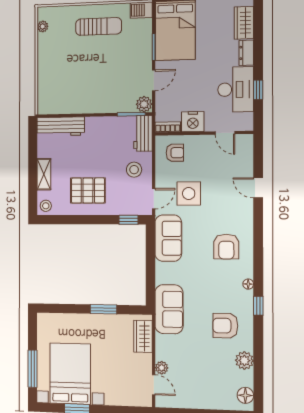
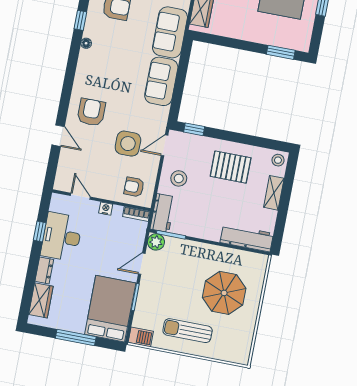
plant: (43, 26) -> (246, 344), removed
parasol: (72, 70) -> (224, 293), added
nightstand: (193, 122) -> (106, 209), width x0.53, depth x0.56
sofa: (168, 238) -> (161, 81), moved
armchair: (226, 247) -> (91, 112), moved
window: (104, 309) -> (281, 52), moved

